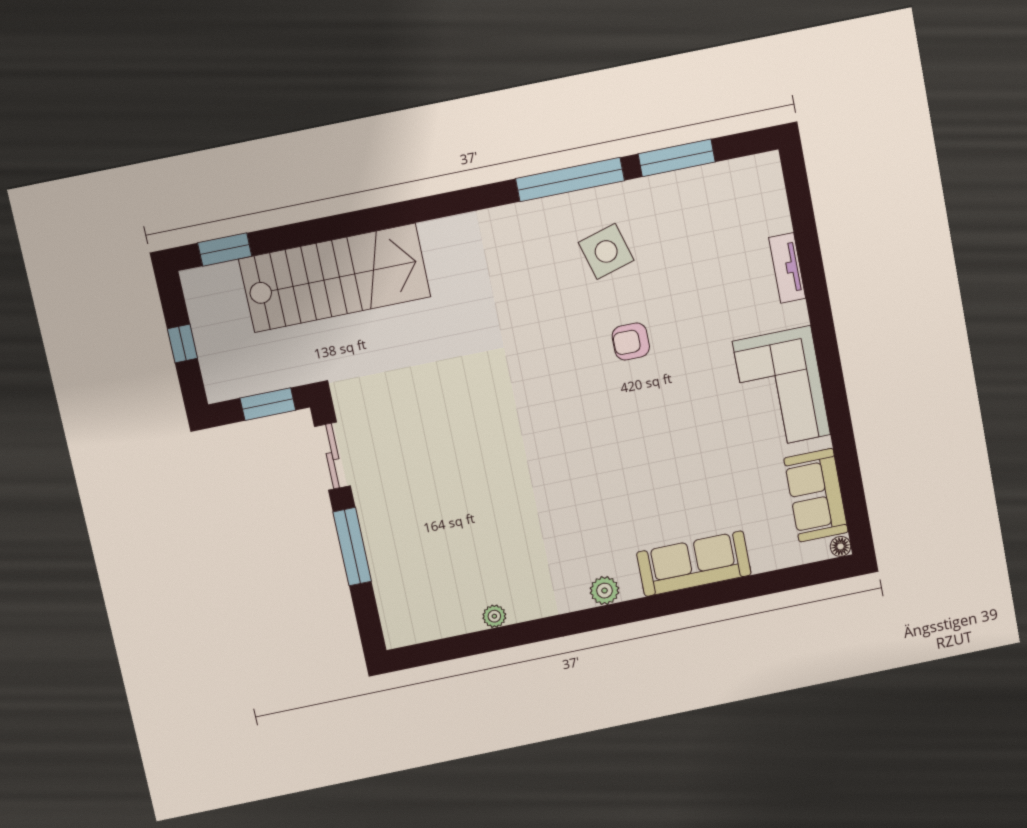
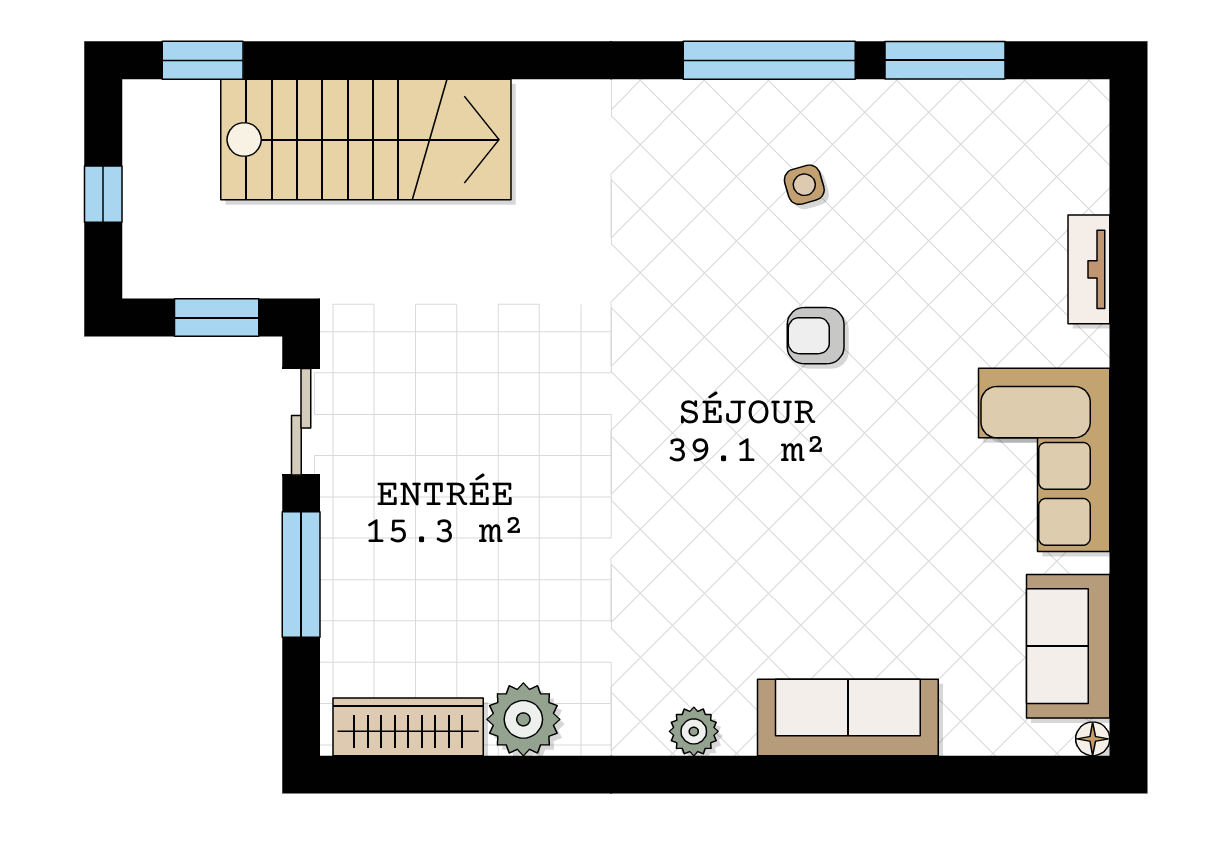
side table: (606, 251) -> (804, 185), width x0.54, depth x0.54
plant: (494, 616) -> (523, 719), width x1.88, depth x1.88
wardrobe: (435, 623) -> (408, 727), added

